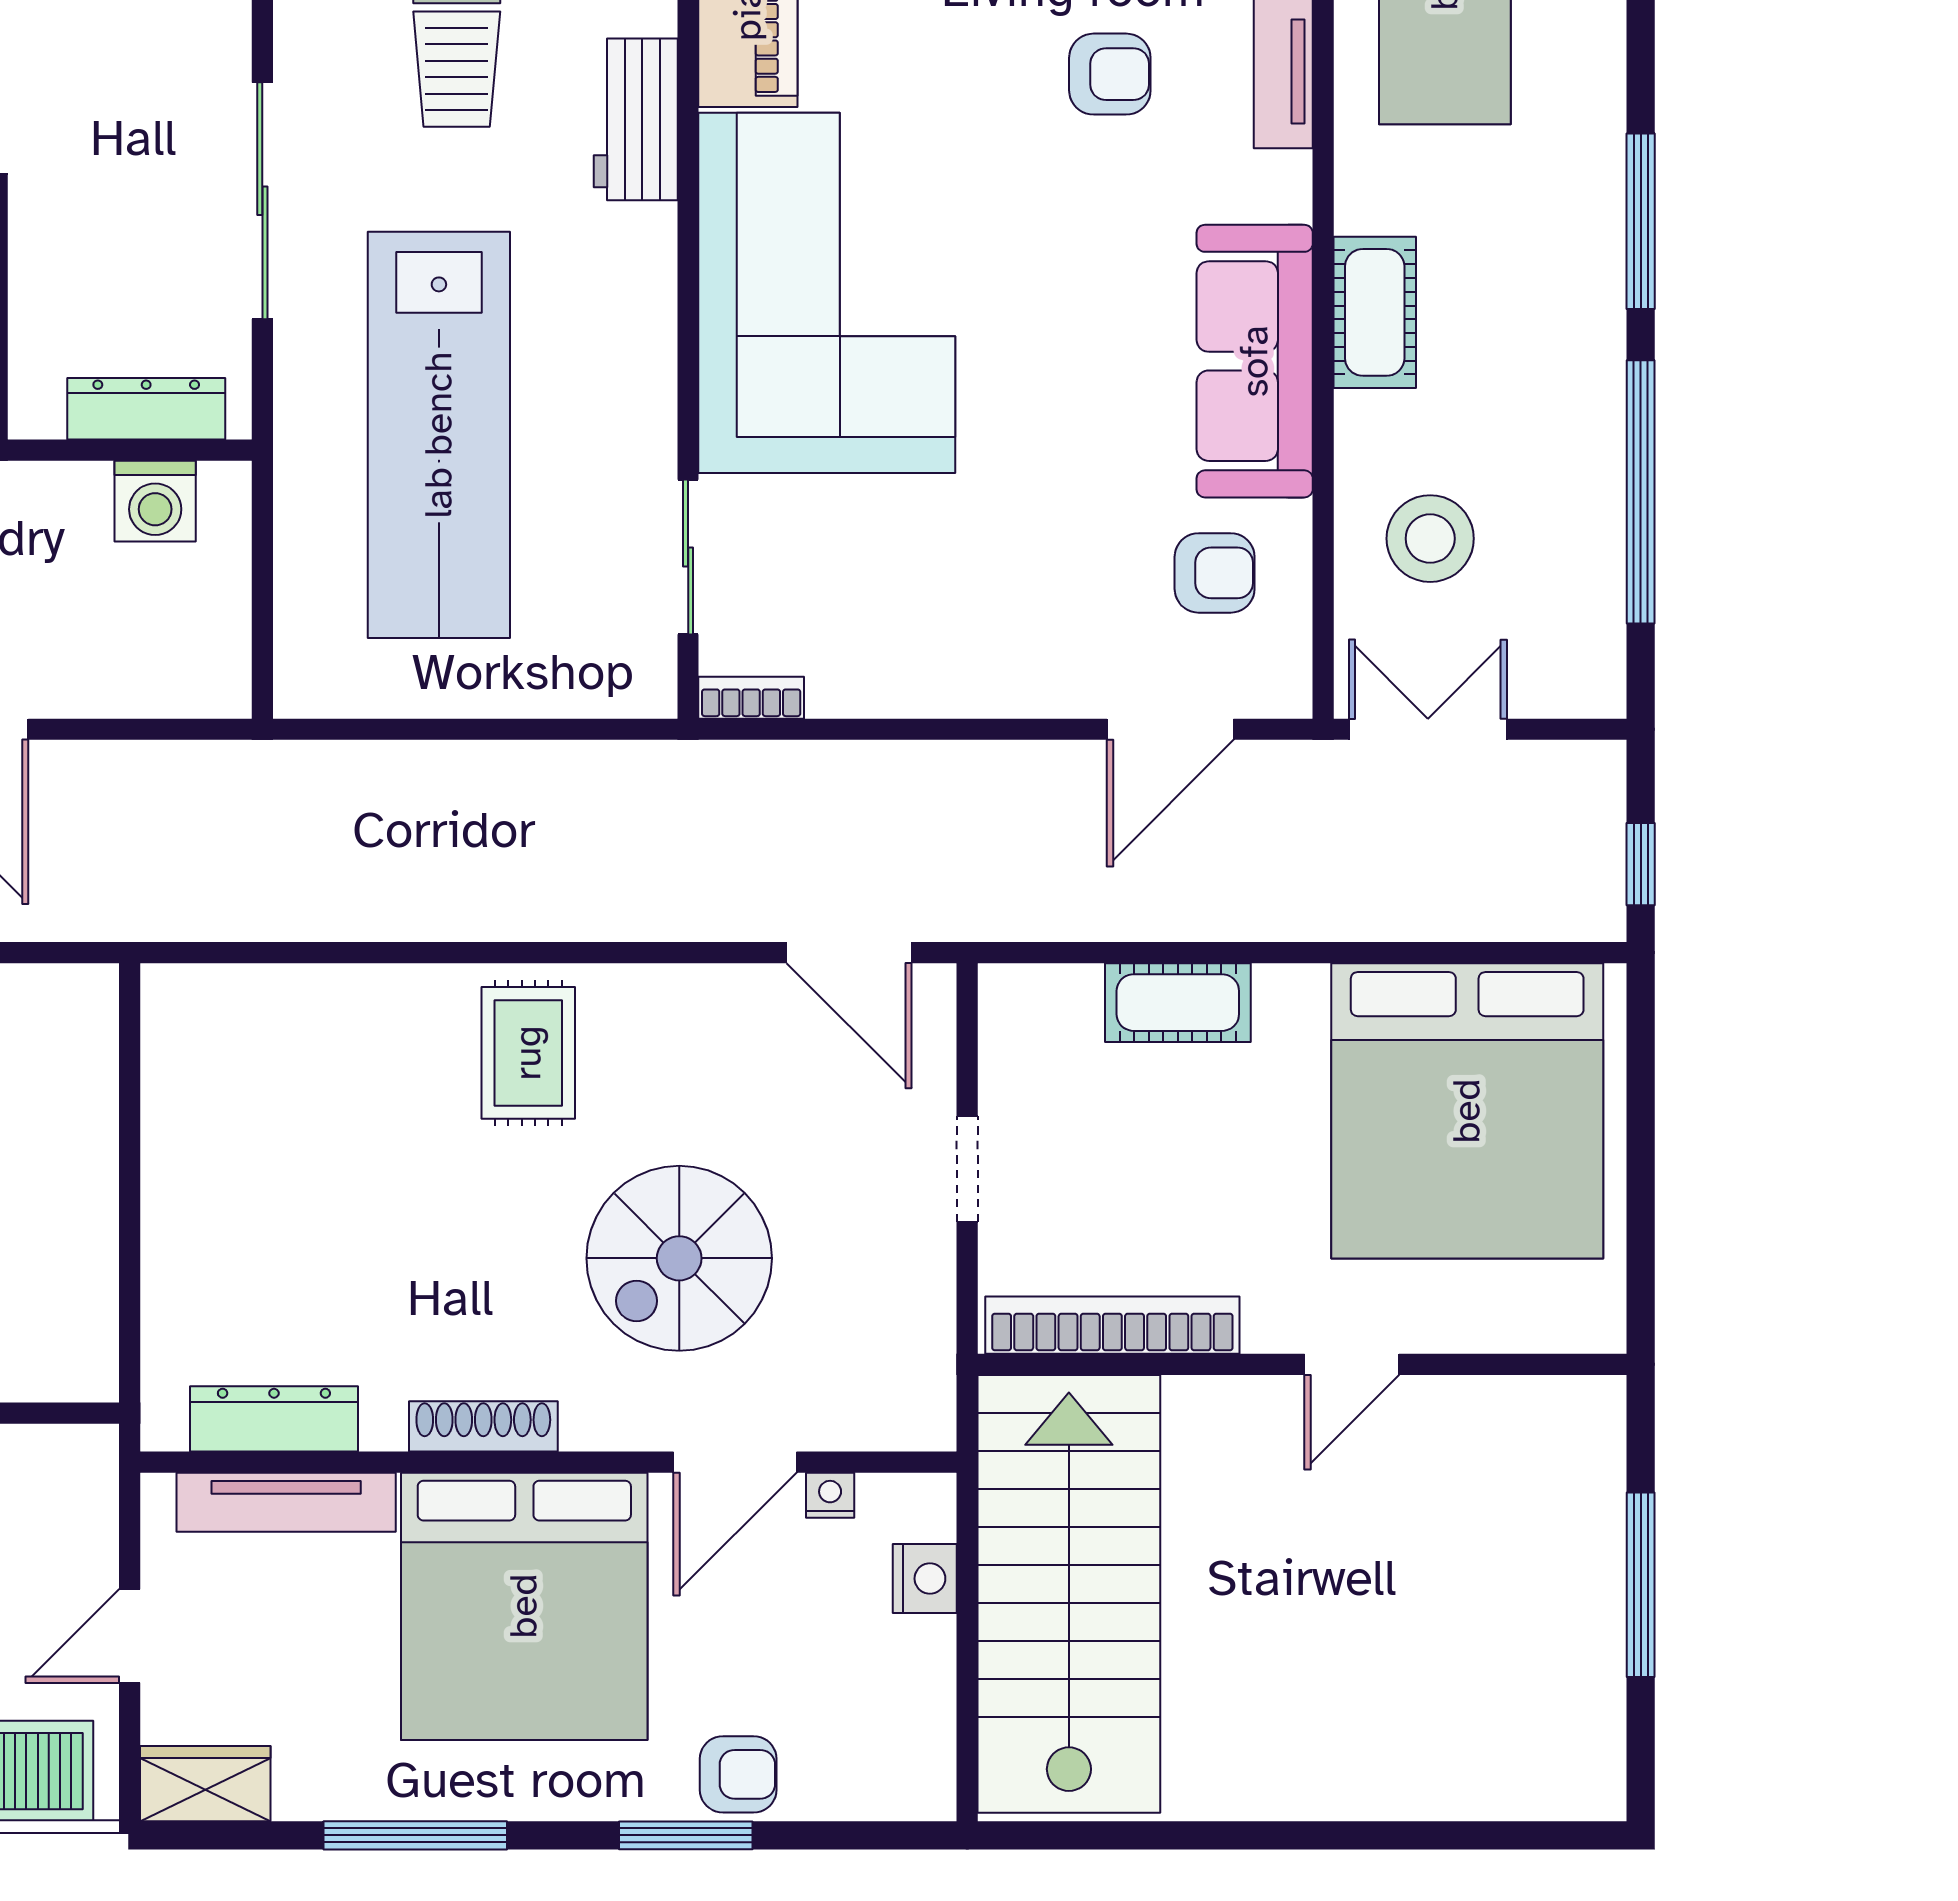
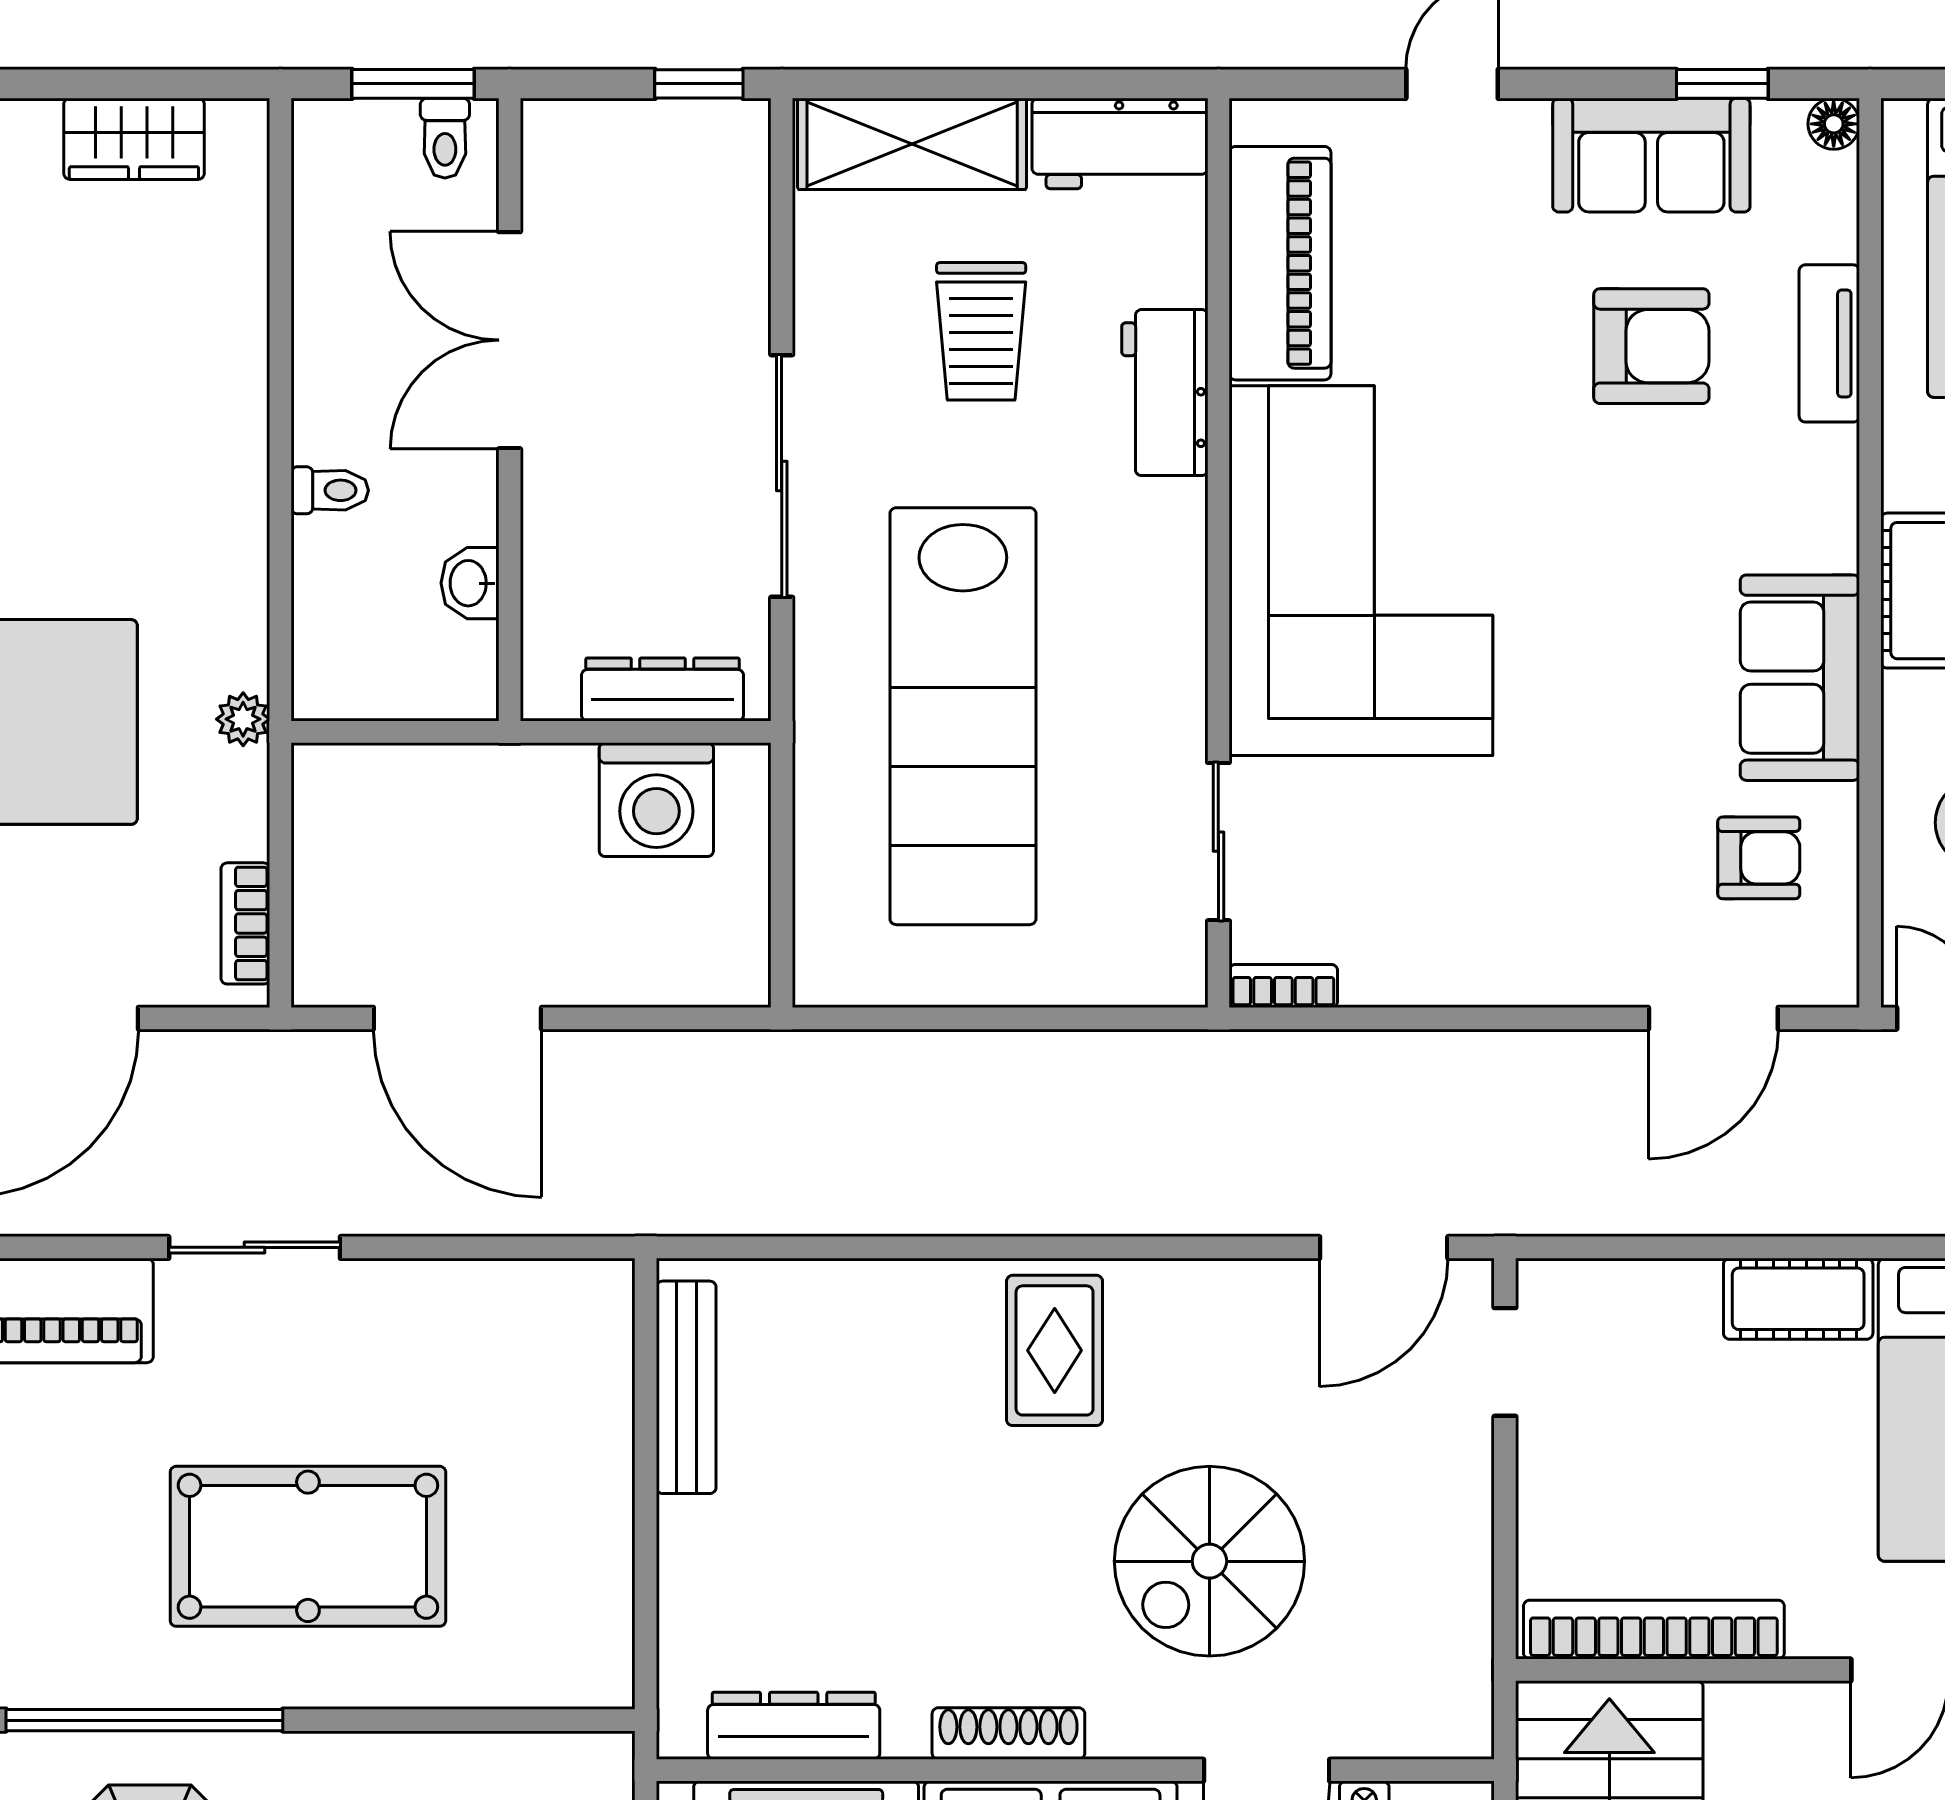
armchair: (1110, 74) -> (1651, 346), width x1.38, depth x1.38
sofa: (1255, 361) -> (1800, 678), width x0.73
washing machine: (155, 501) -> (656, 800), width x1.37, depth x1.37
door: (849, 953) -> (1384, 1247), hinge flipped
cot: (1178, 1003) -> (1798, 1299), moved
bench: (169, 1089) -> (686, 1387), added
doorway: (967, 1169) -> (1505, 1362), moved

